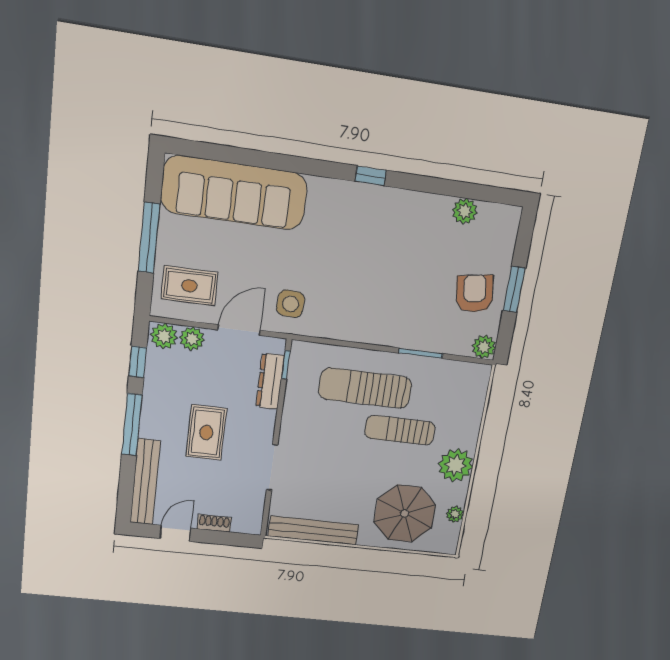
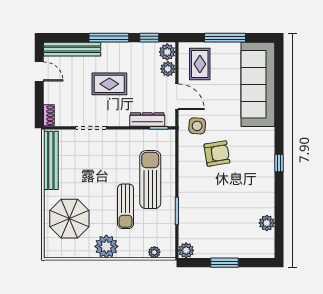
armchair: (475, 294) -> (217, 154), moved
sun lounger: (400, 430) -> (126, 206), turned 180
plant: (455, 514) -> (154, 252), moved
shoe rack: (214, 523) -> (49, 115), moved

